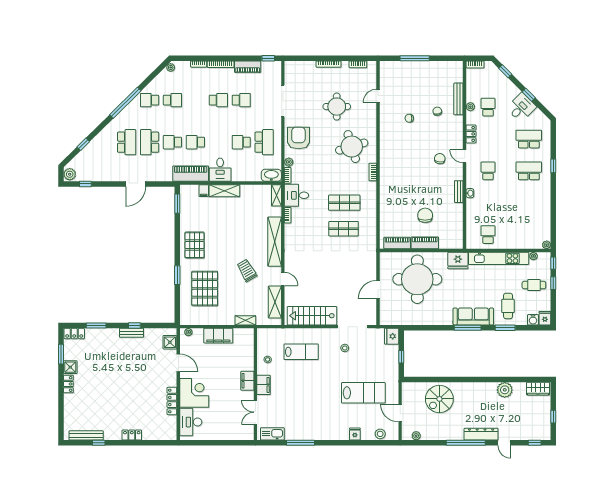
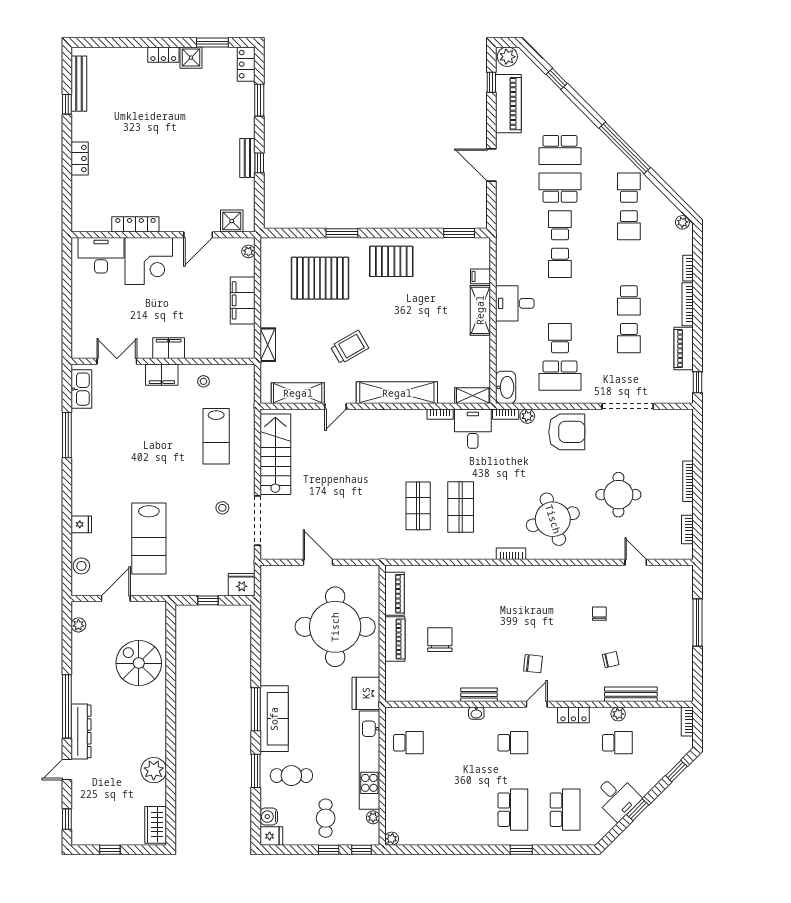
school desk: (195, 142) -> (560, 263), turned 180
piano: (191, 174) -> (508, 104), moved
chair: (425, 215) -> (440, 640), turned -90

